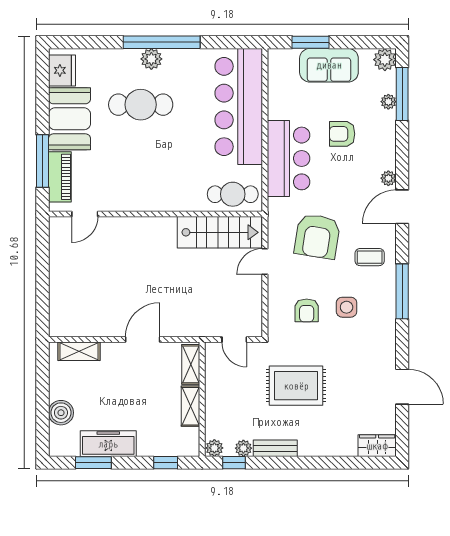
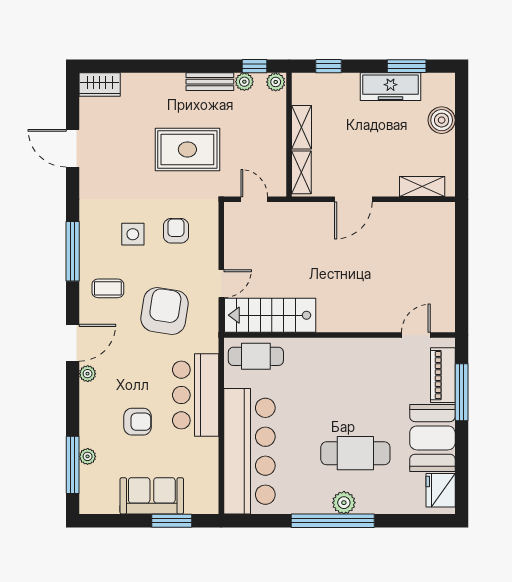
plant: (385, 60) -> (91, 502), removed

